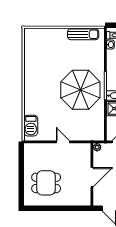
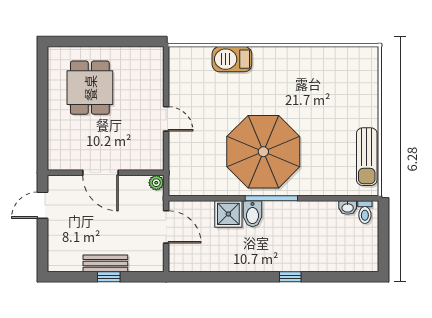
barbecue: (31, 126) -> (232, 59), moved
door: (63, 142) -> (166, 119), hinge flipped

